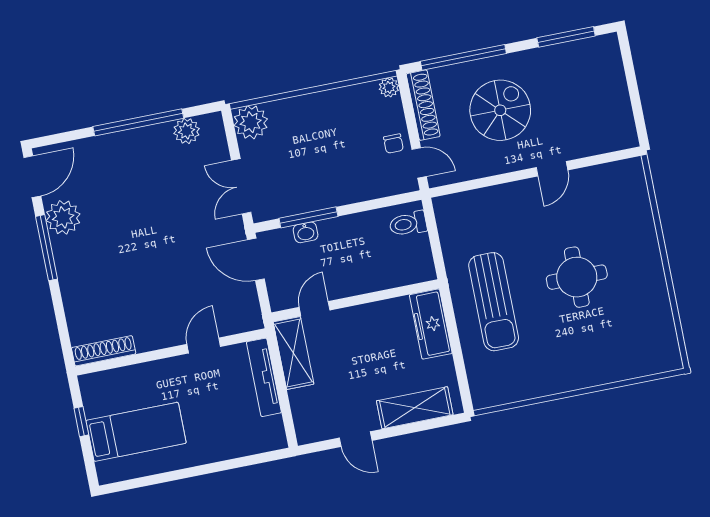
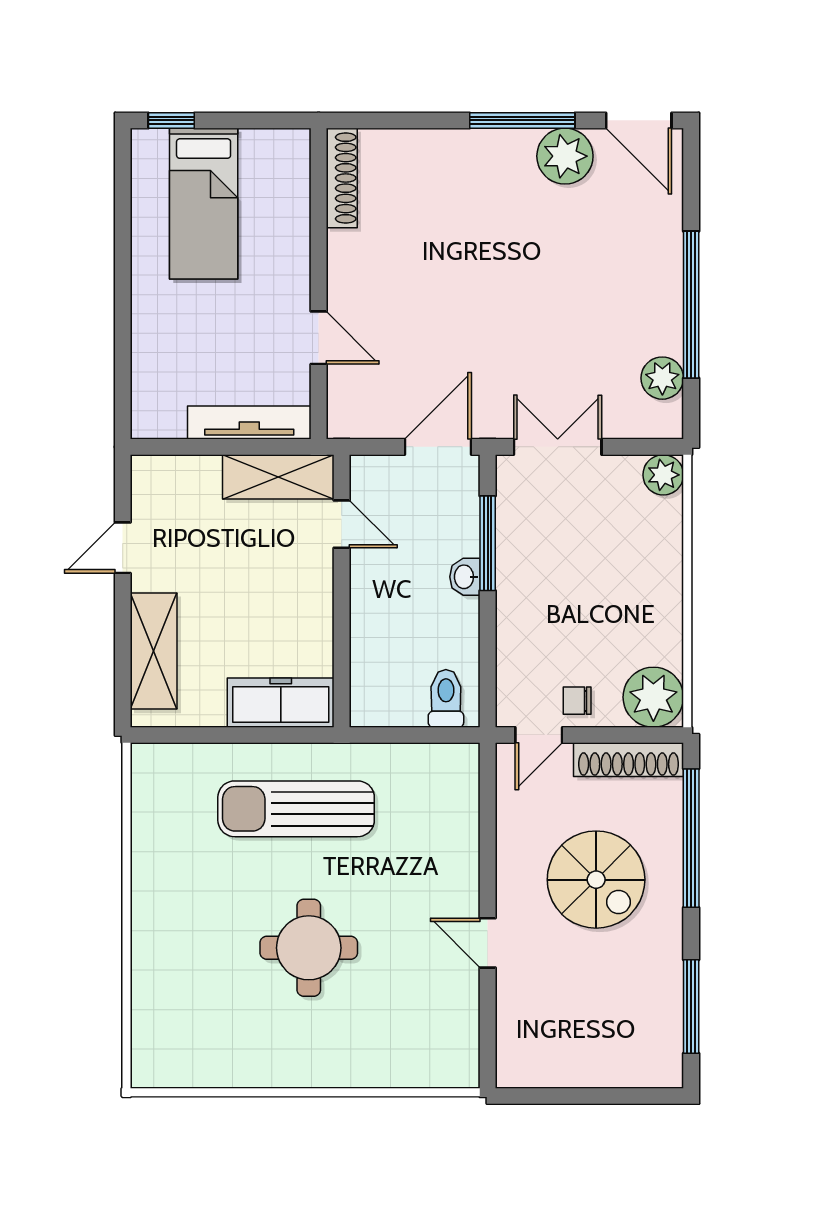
plant: (389, 87) -> (653, 697), width x1.88, depth x1.88
plant: (251, 122) -> (663, 475), width x0.73, depth x0.73
washbasin: (306, 232) -> (465, 577), moved
window: (81, 422) -> (171, 120), moved

